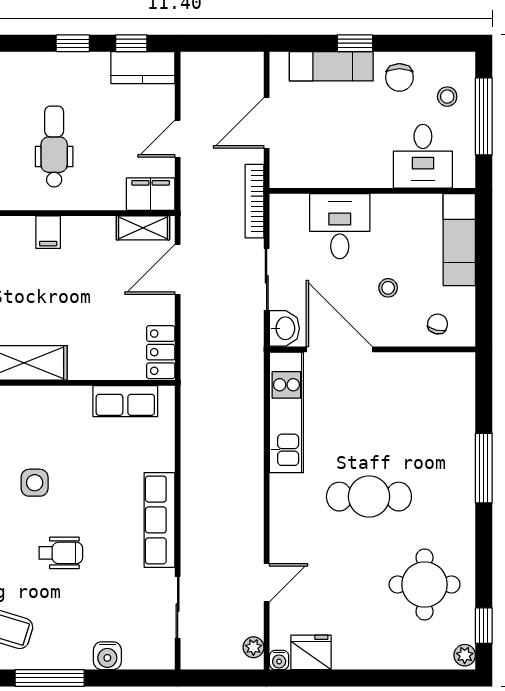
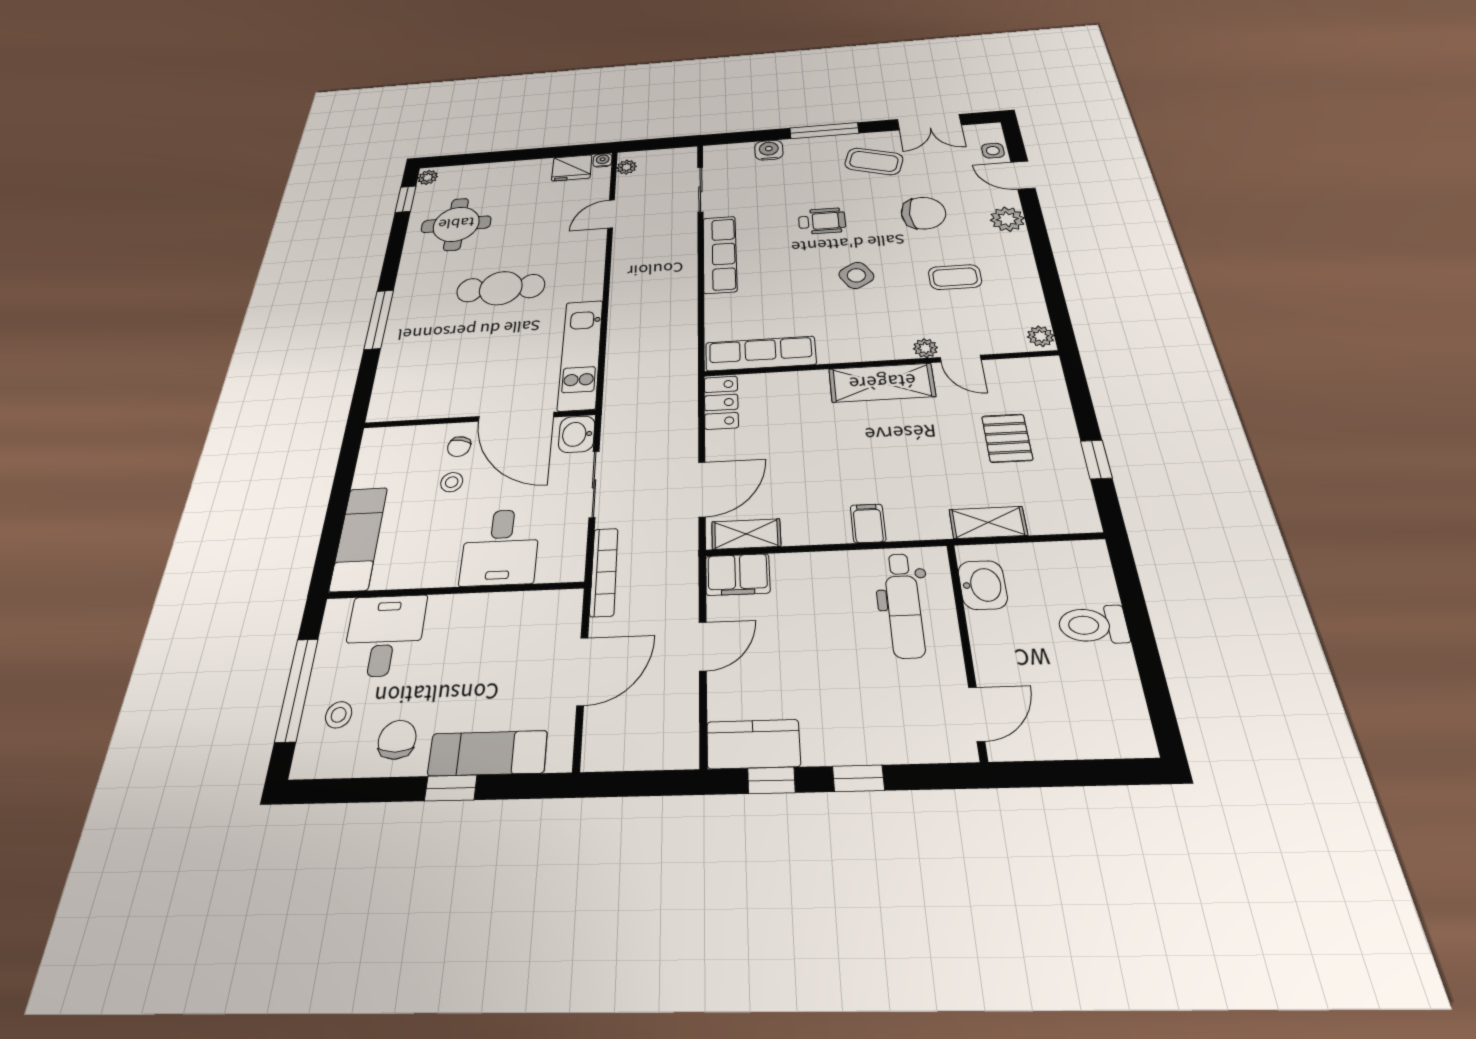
dental chair: (54, 146) -> (904, 605), moved
chair: (438, 324) -> (459, 447), moved
row of seats: (125, 401) -> (761, 354), width x1.48
side table: (35, 483) -> (856, 275), turned -31
wheelchair: (61, 553) -> (822, 221), turned 180

